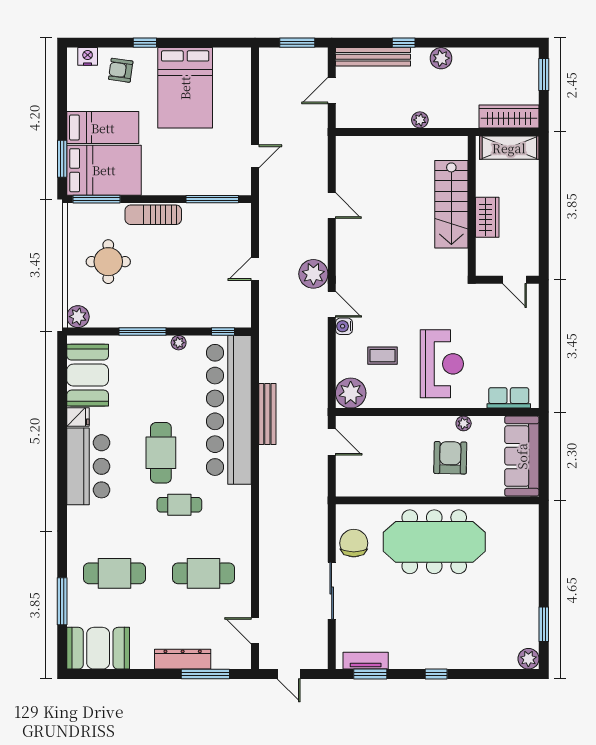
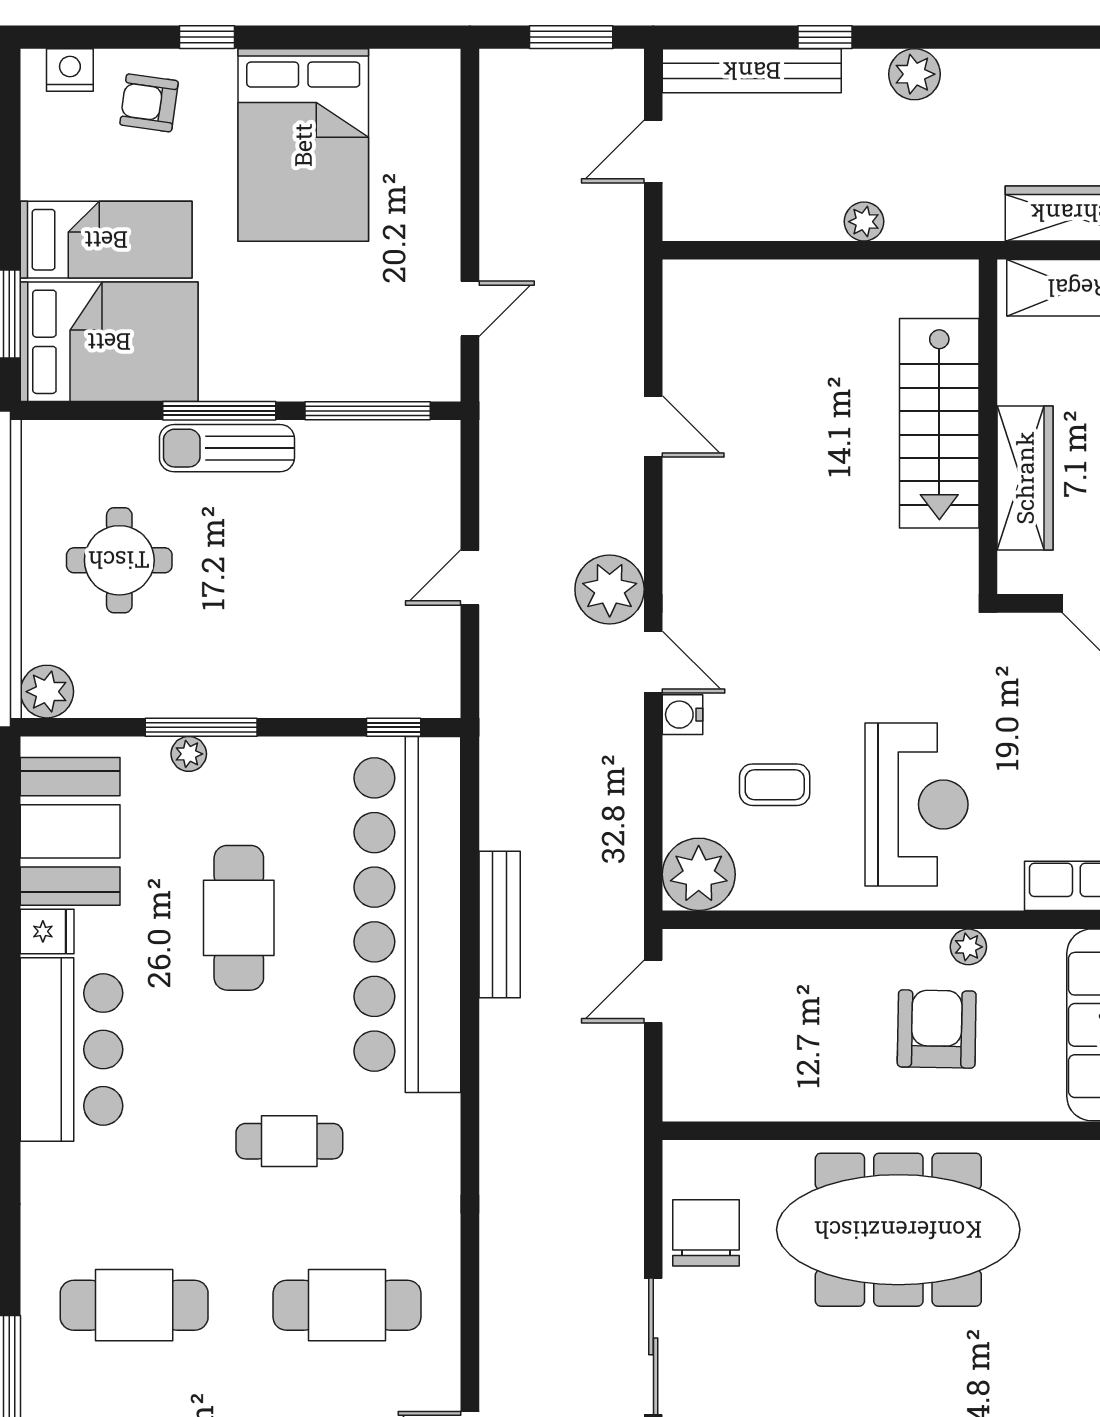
window: (97, 199) -> (219, 411), moved
wardrobe: (487, 217) -> (1025, 478), width x1.50
plant: (179, 343) -> (189, 754), moved
door: (332, 442) -> (653, 992), swing flipped
cafe table: (161, 453) -> (239, 918), moved

